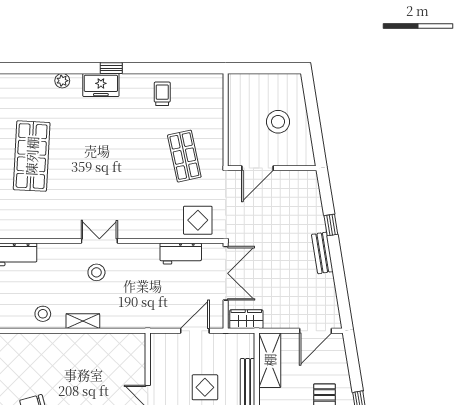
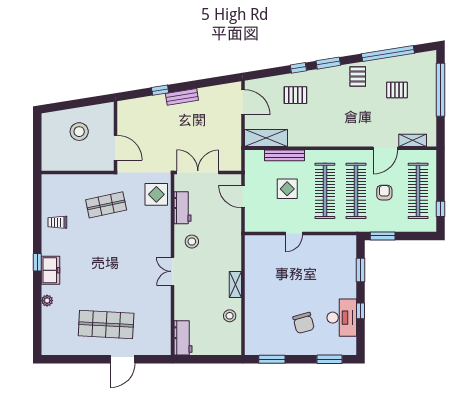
stool: (96, 272) -> (192, 242), moved
wardrobe: (246, 319) -> (234, 156), removed

